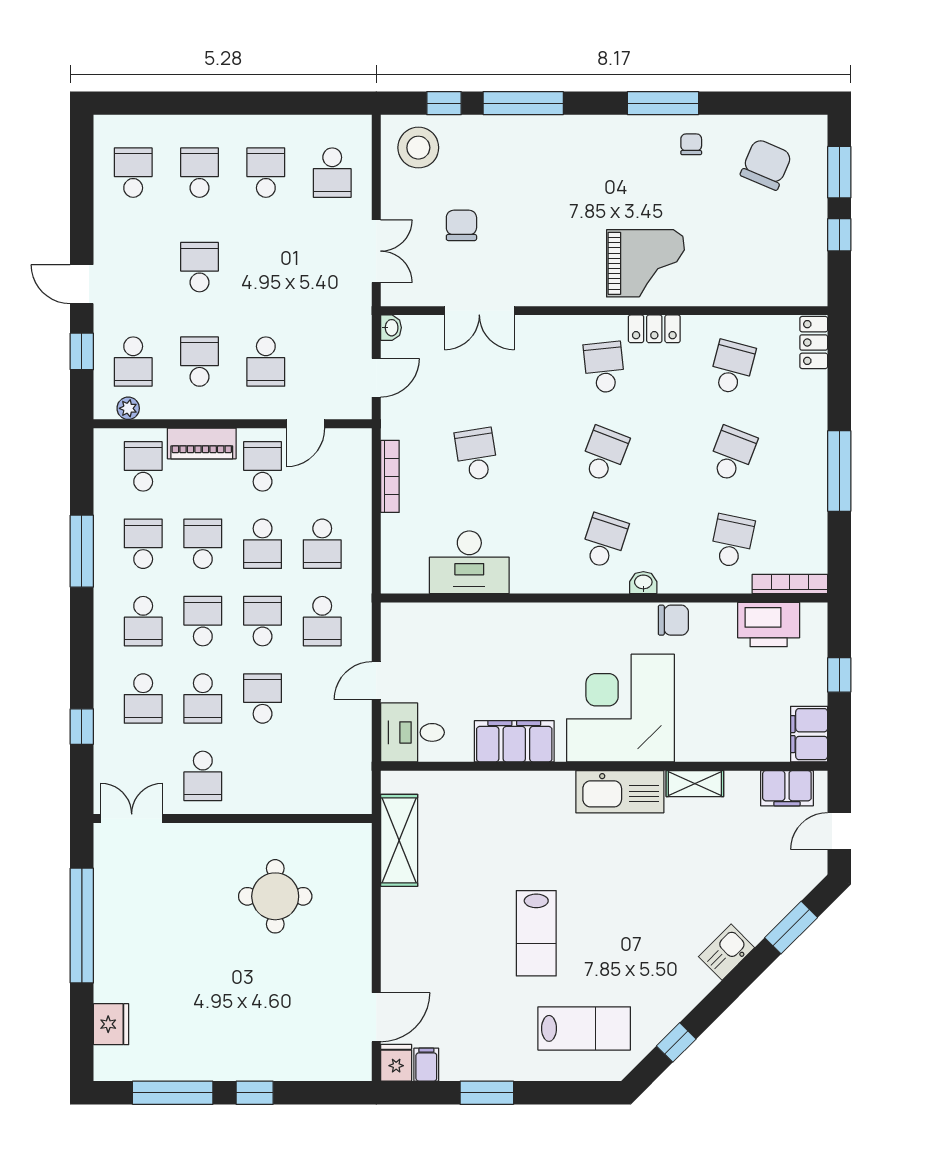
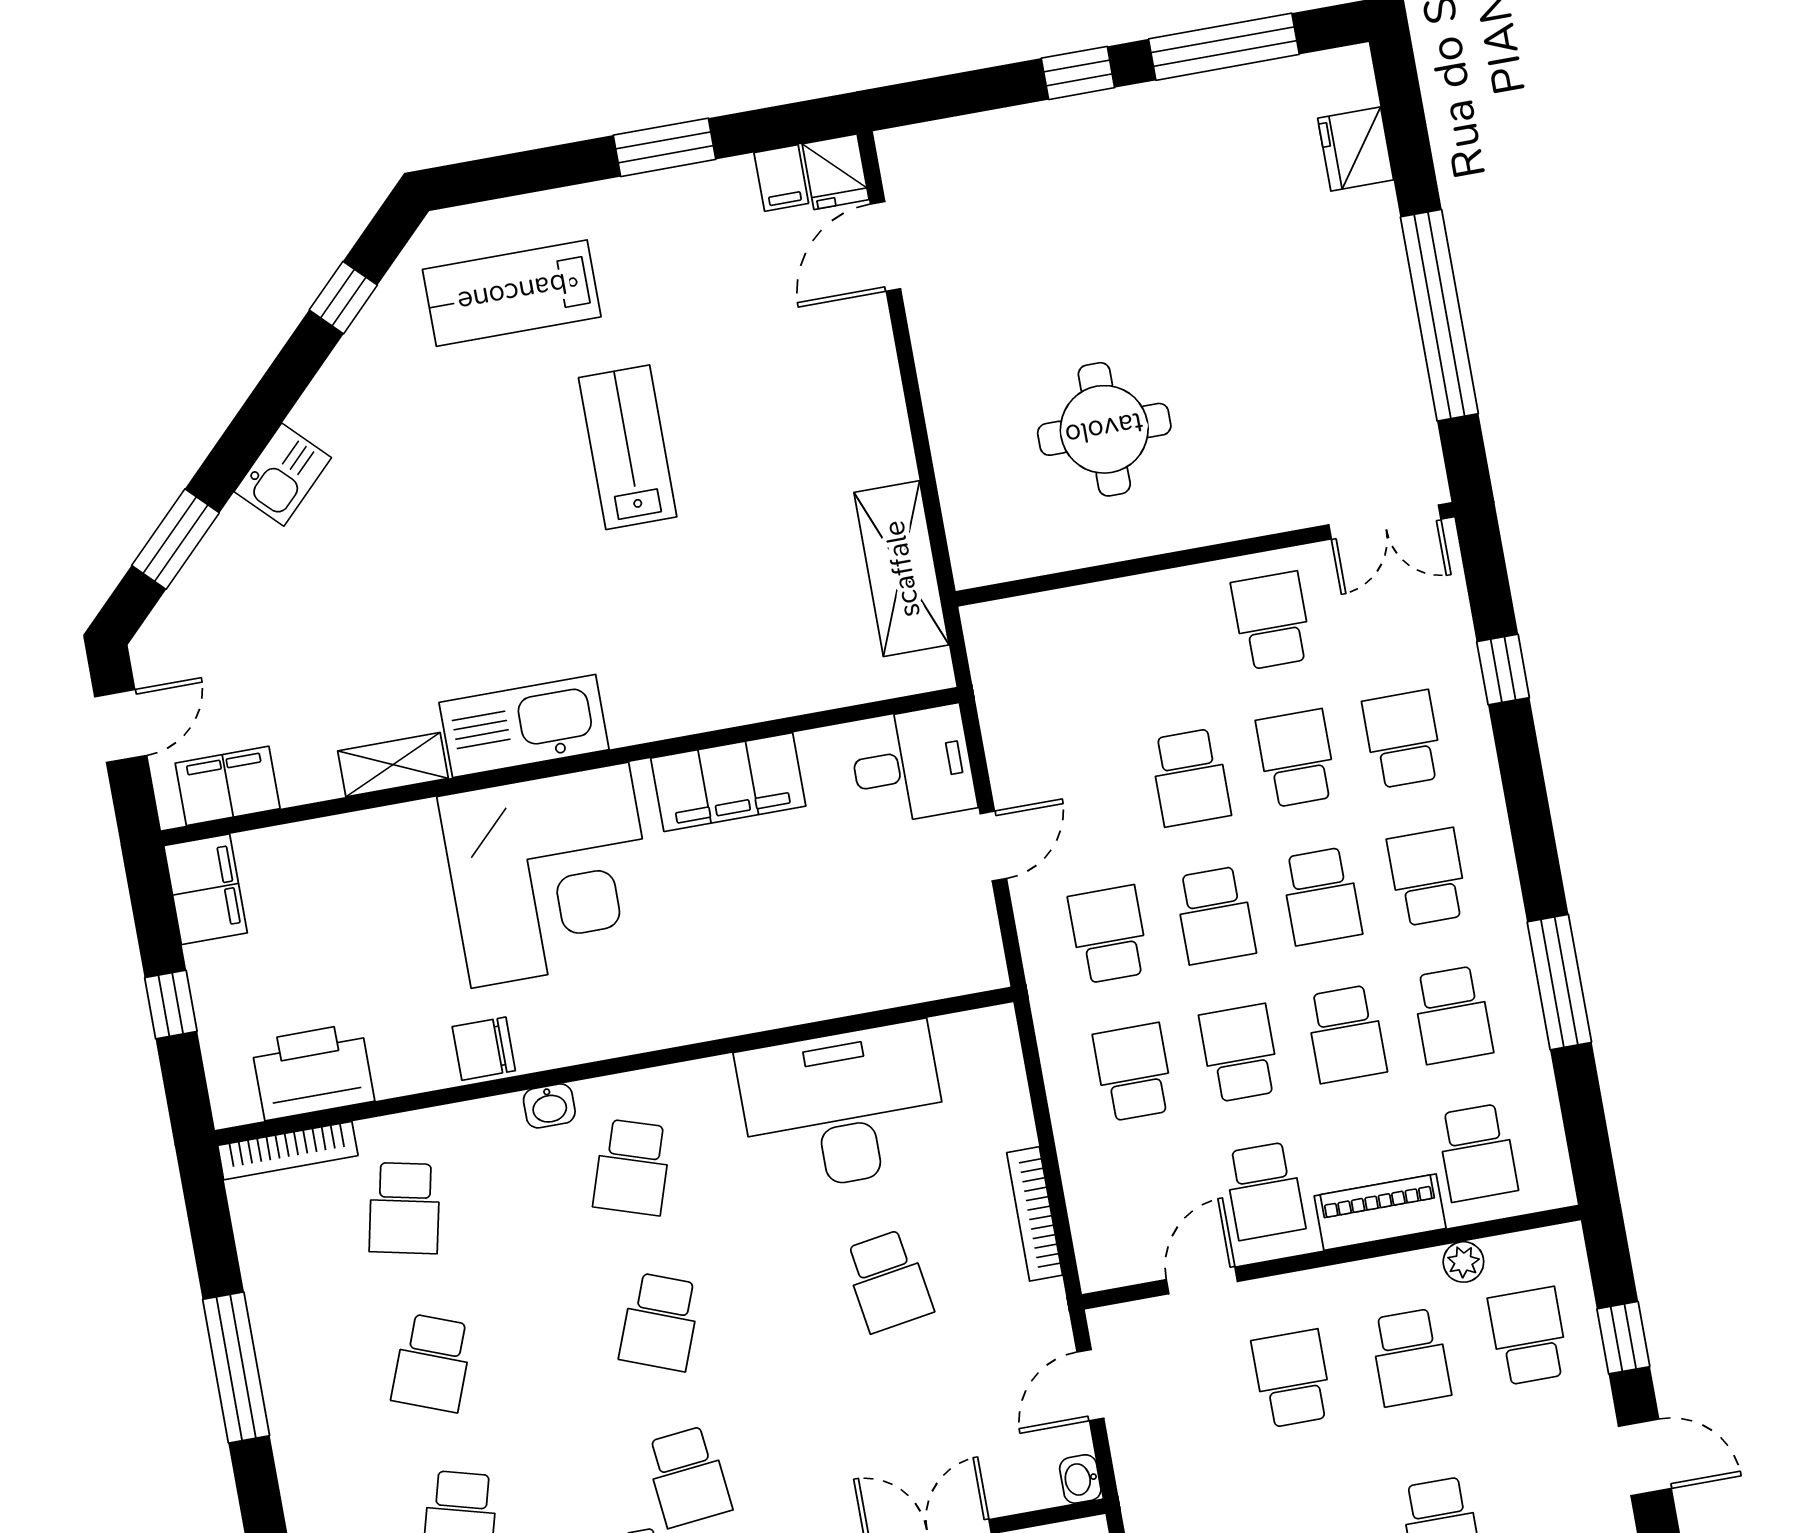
plant: (128, 408) -> (1463, 1262), moved
desk: (469, 562) -> (843, 1108), width x1.36, depth x1.30

